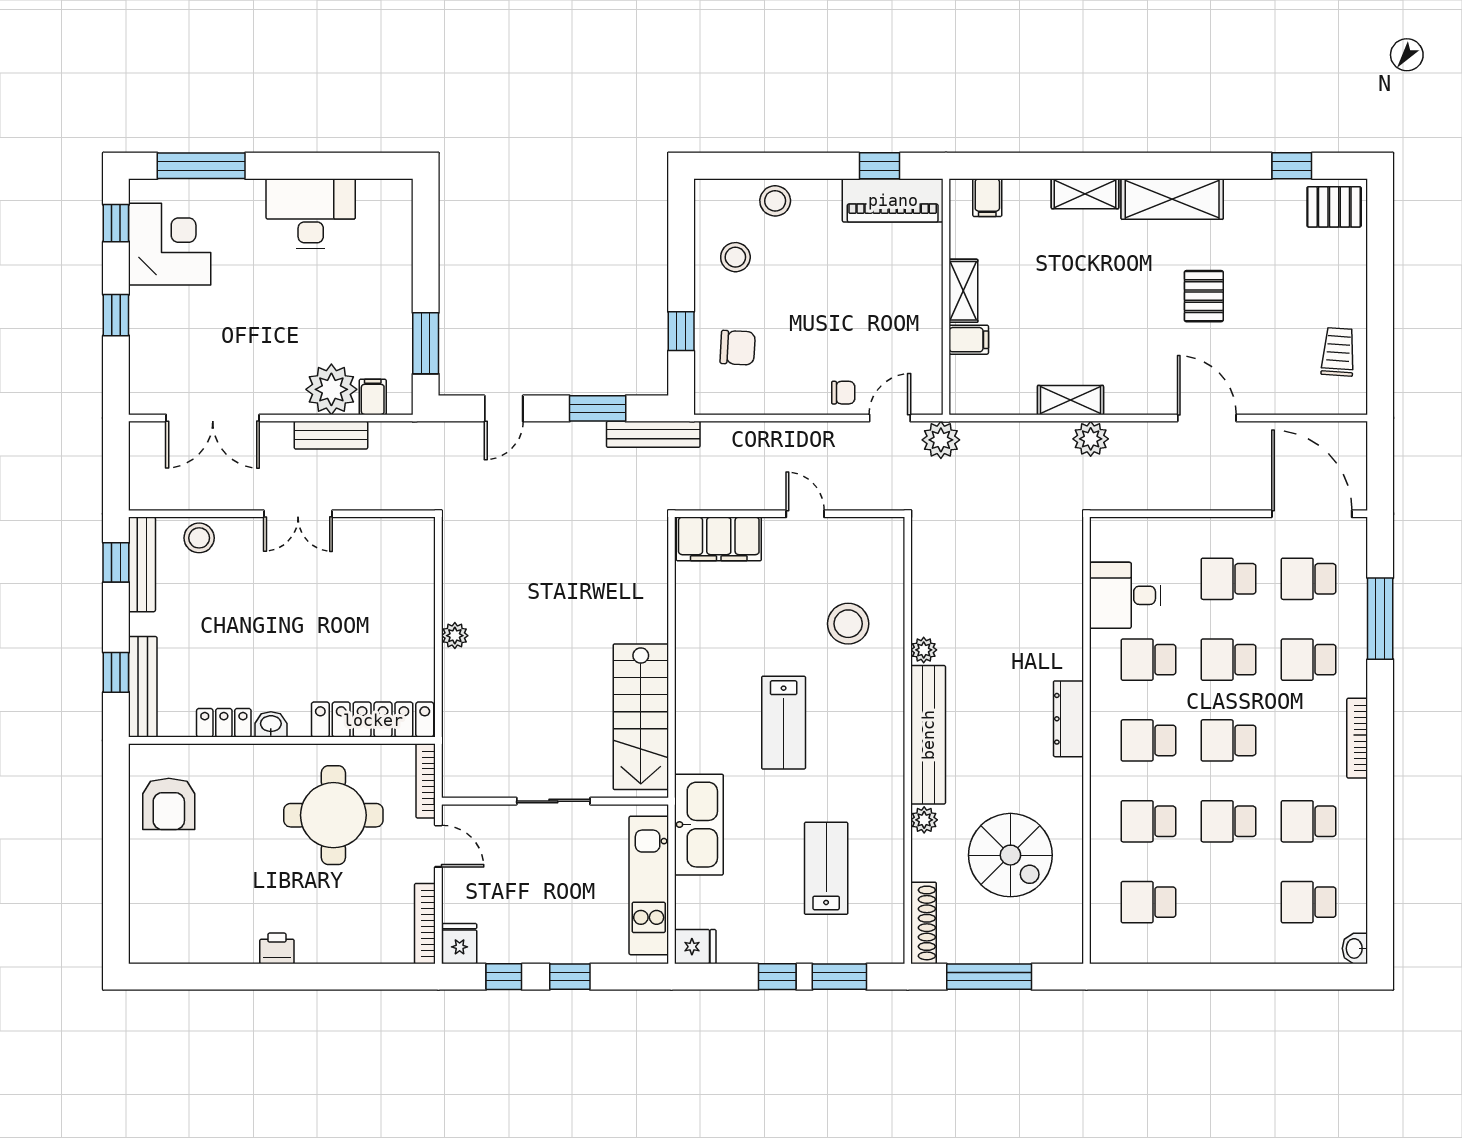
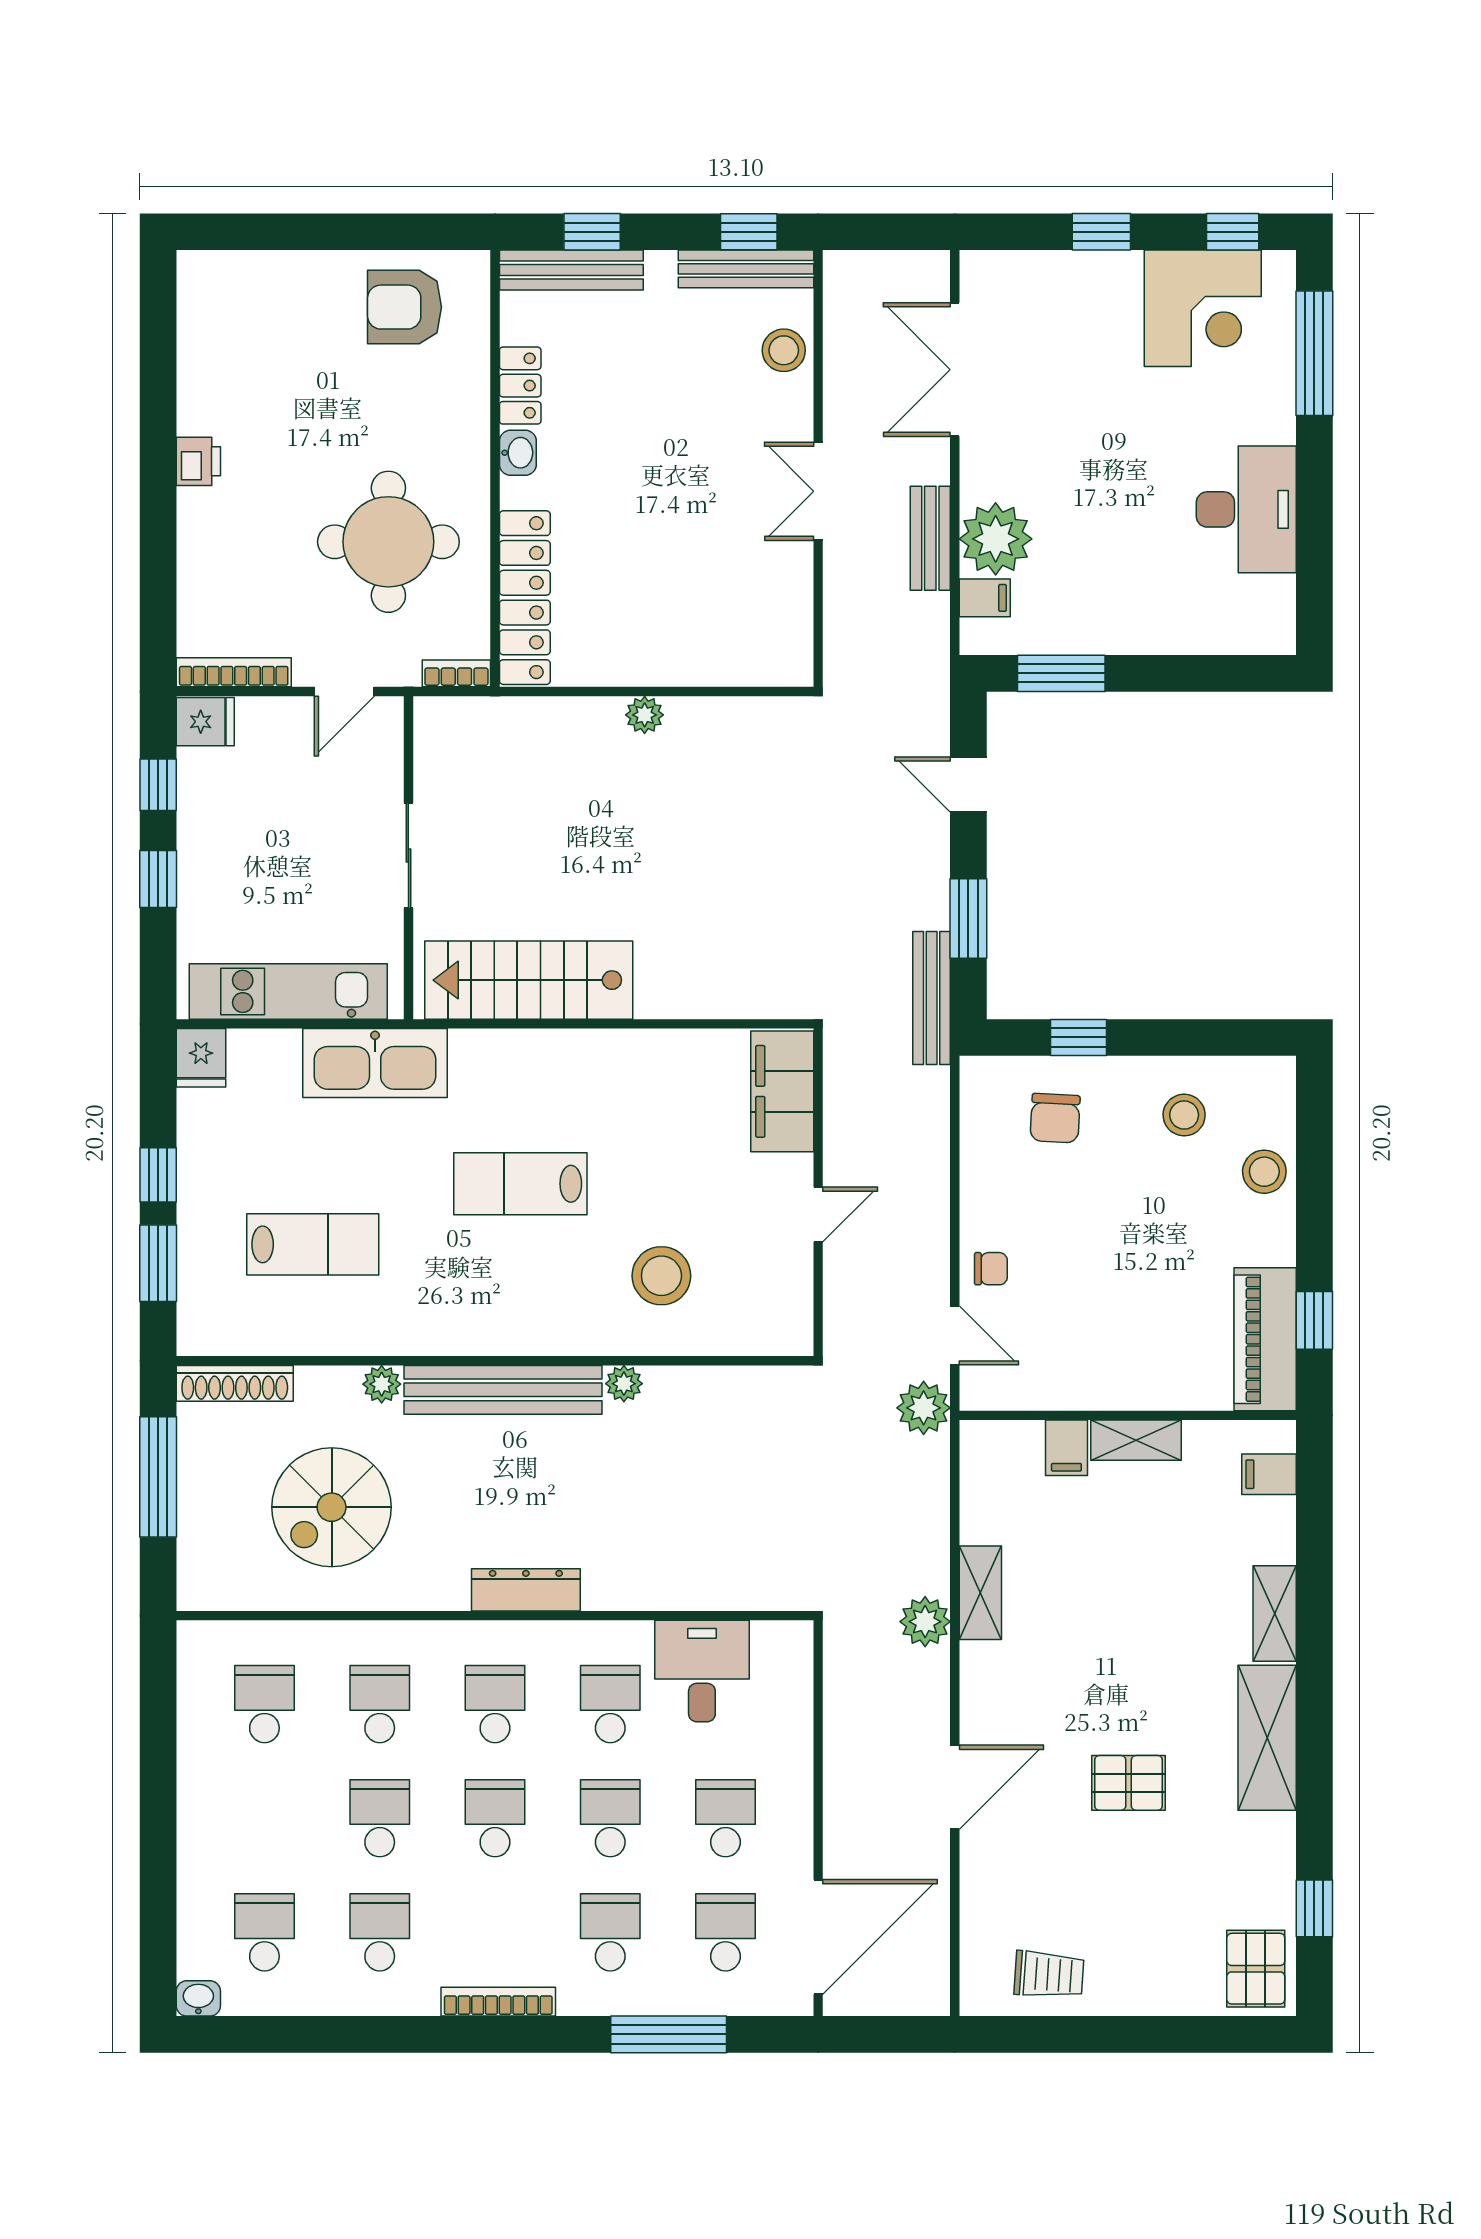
chair: (843, 393) -> (991, 1269), turned -90
bookcase: (426, 781) -> (456, 673), width x0.64

